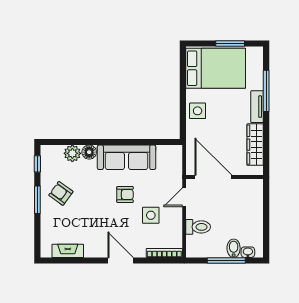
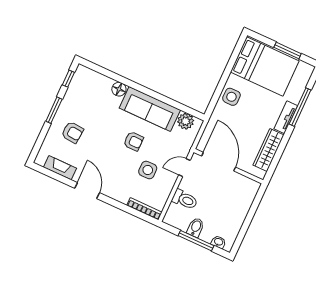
plant: (72, 153) -> (186, 121), moved
armchair: (61, 193) -> (72, 132), moved, turned 149
bidet: (234, 248) -> (196, 227), moved
door: (121, 260) -> (87, 191), moved

